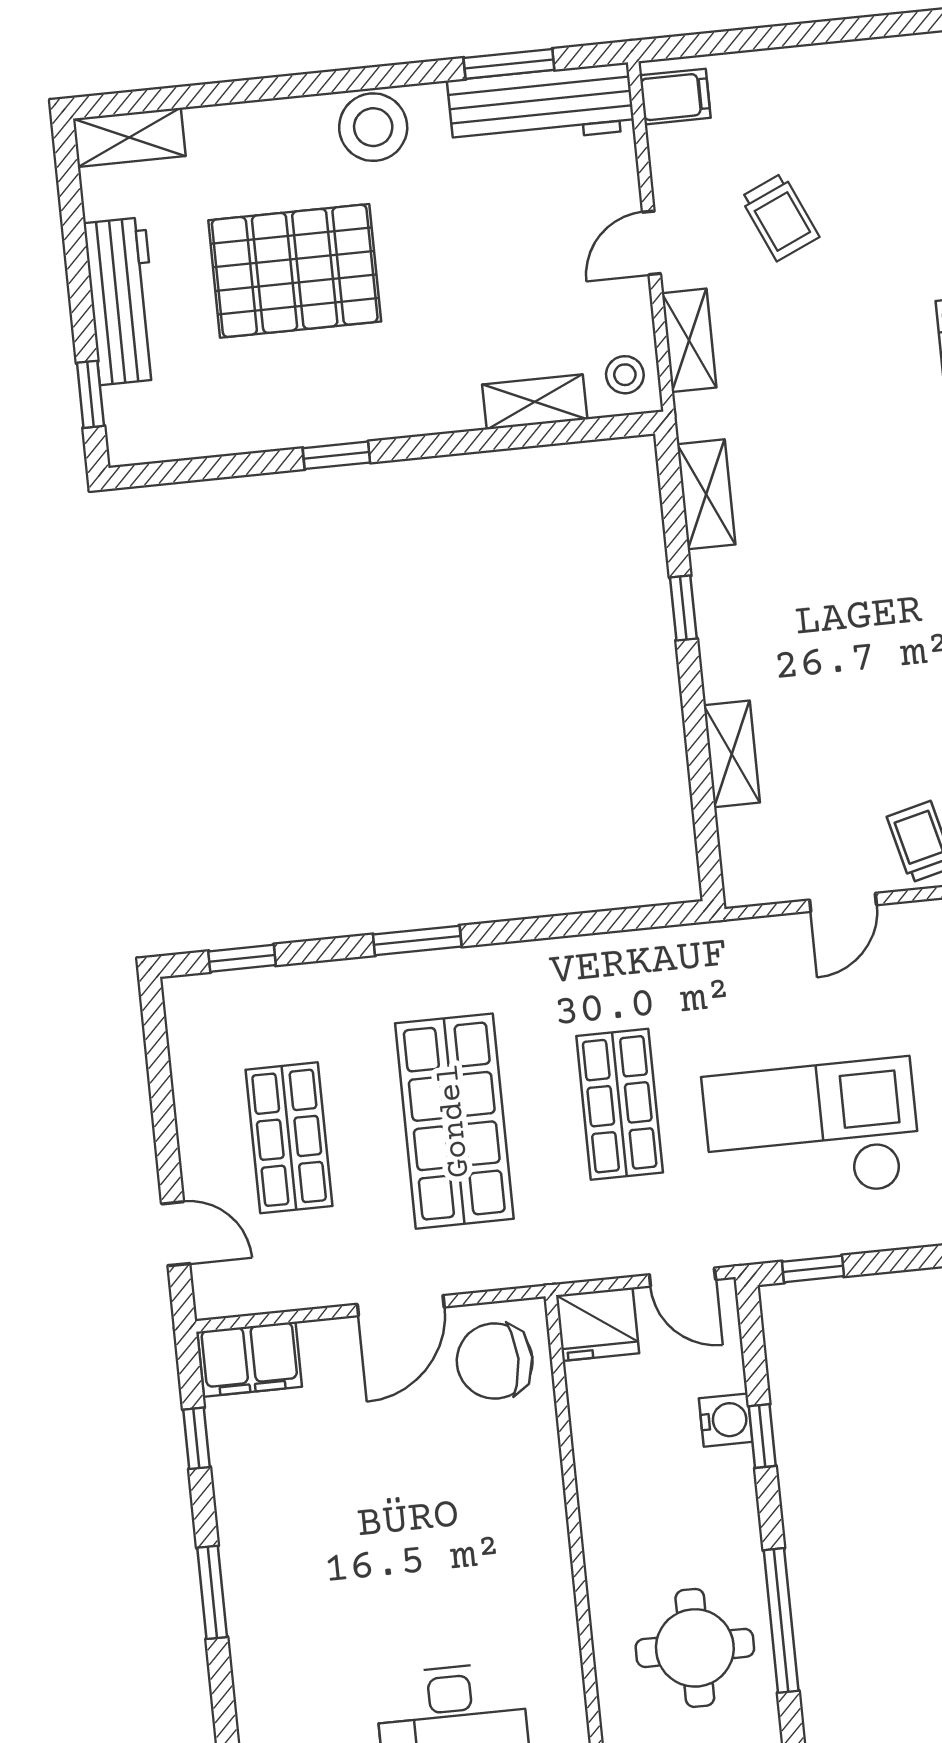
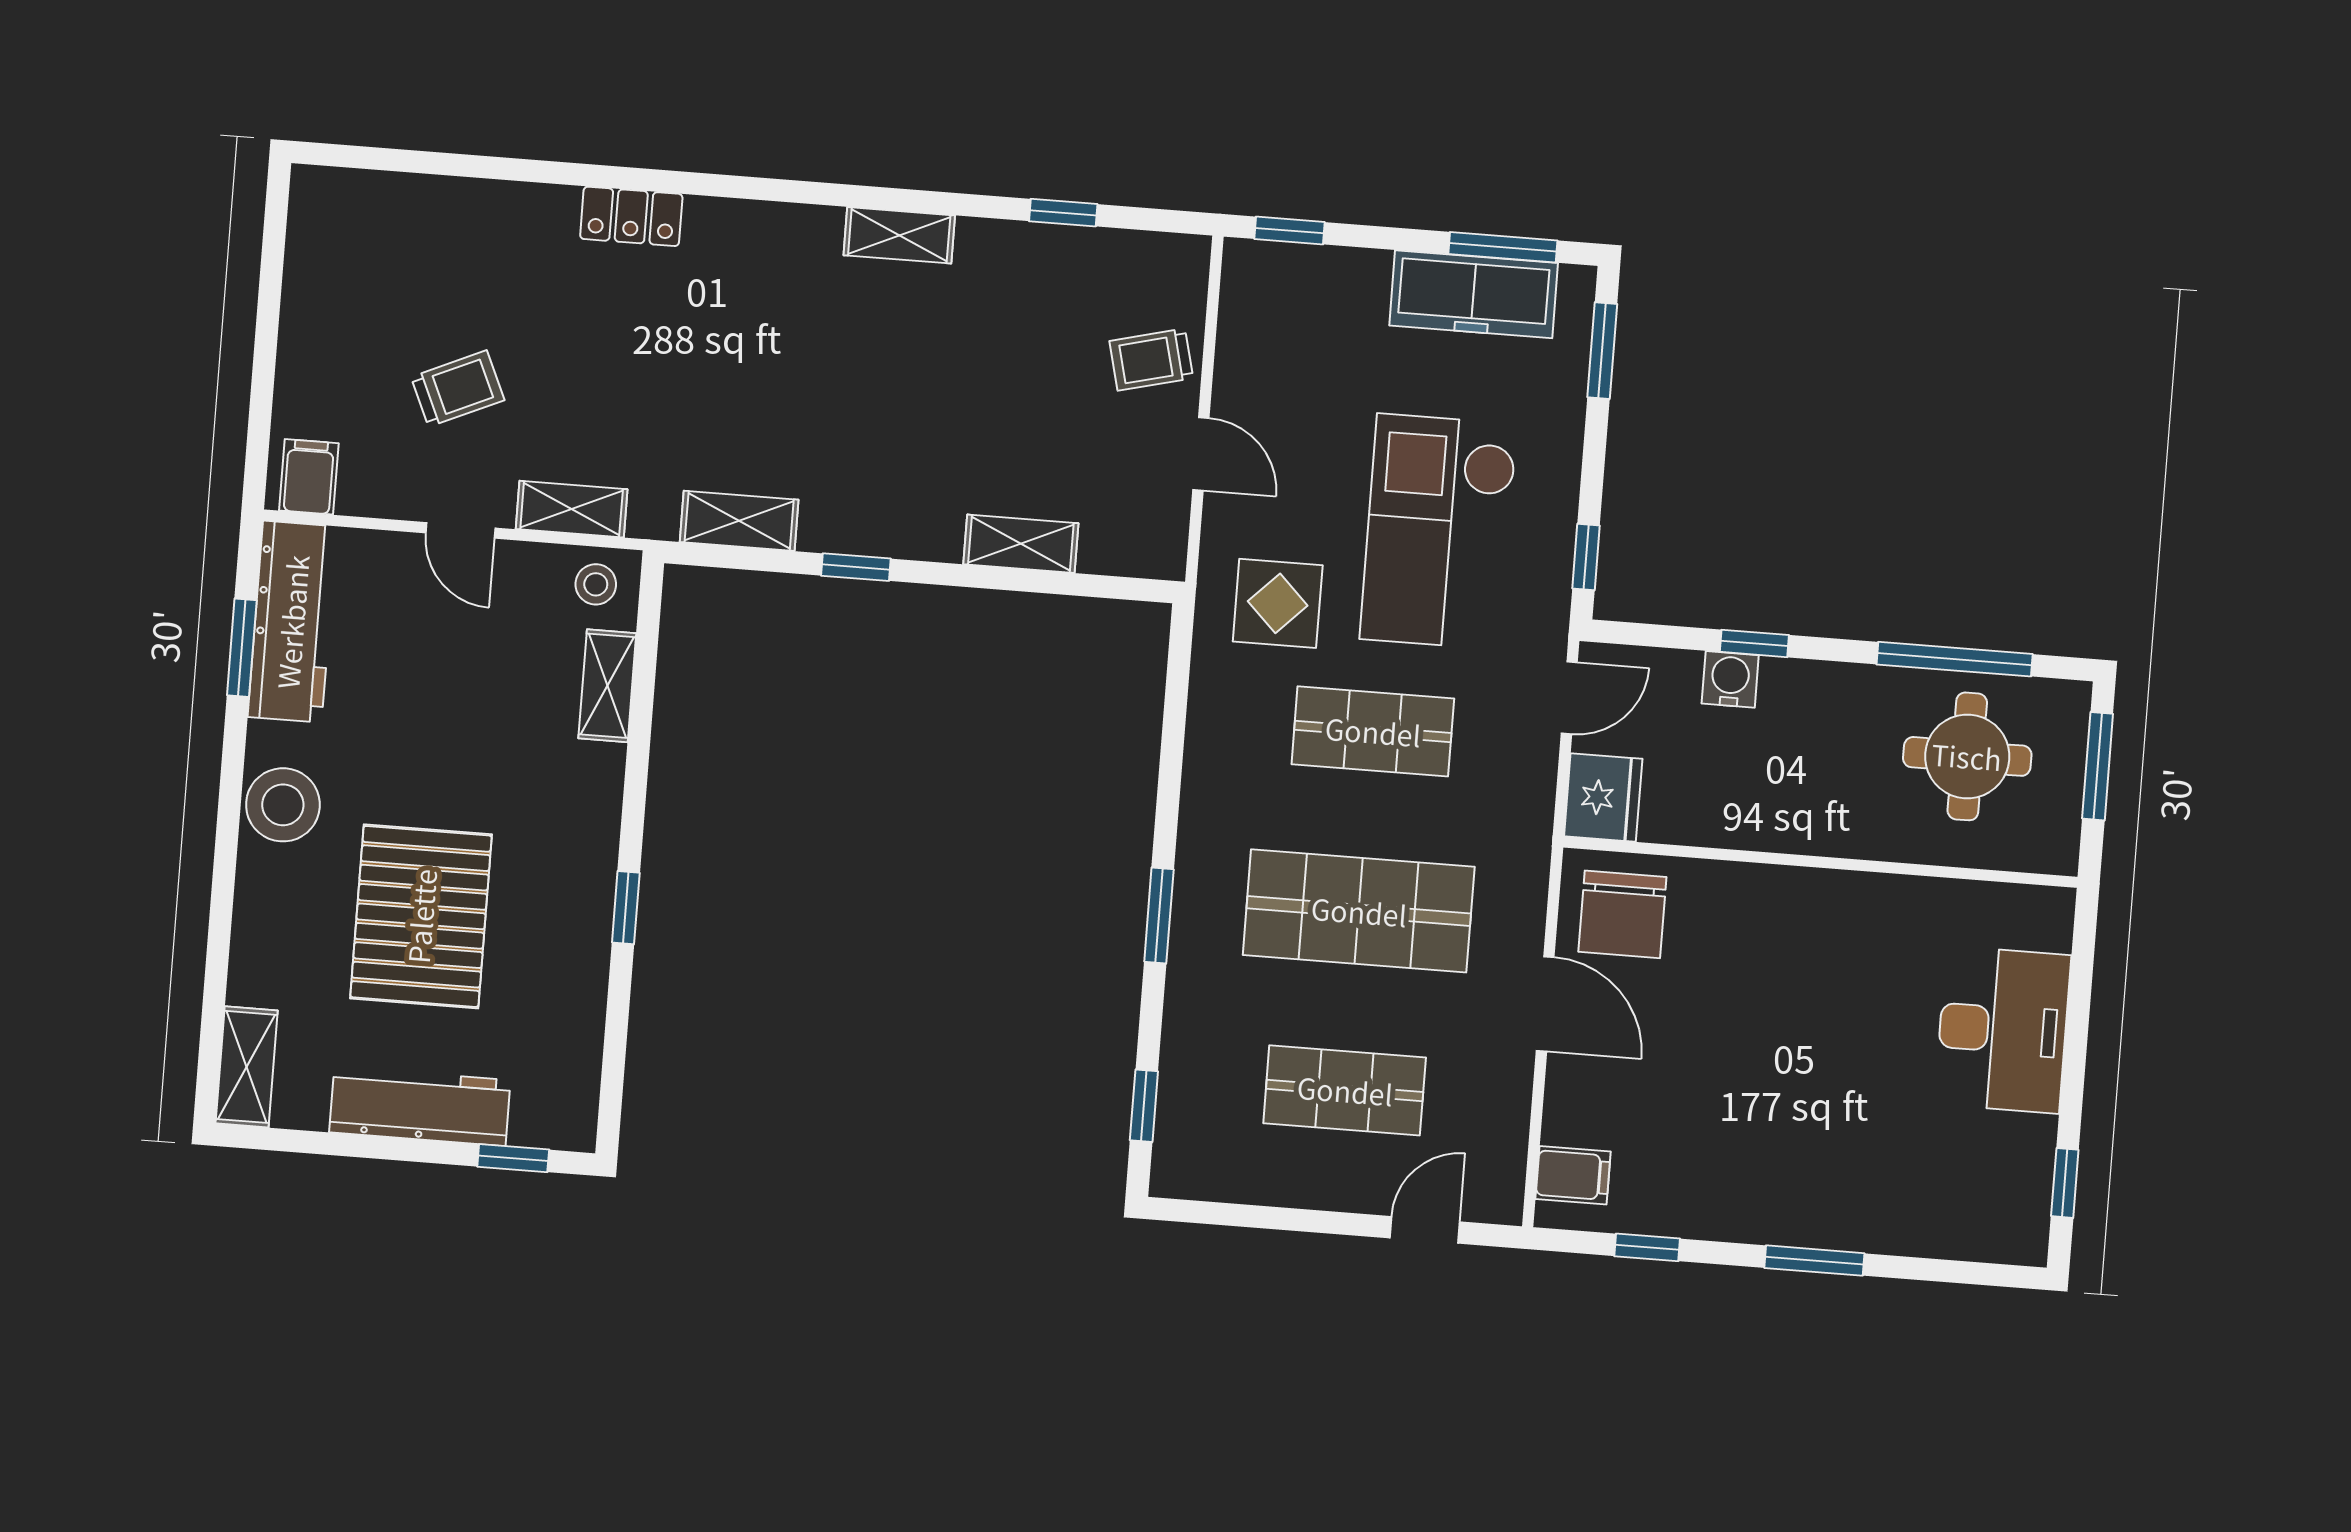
display table: (720, 997) -> (1278, 603), added
filing cabinet: (250, 1359) -> (1573, 1175), width x0.50

